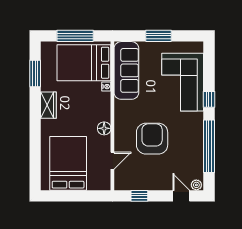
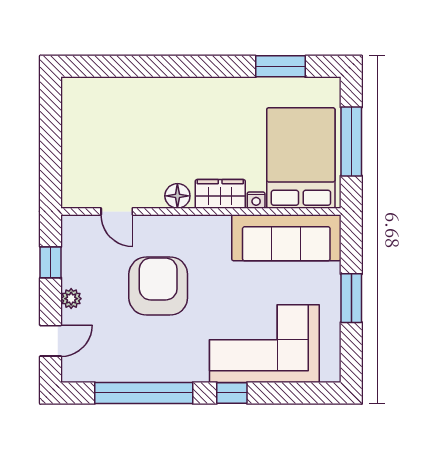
wardrobe: (48, 105) -> (220, 194), moved, turned 180
armchair: (152, 139) -> (158, 286), turned -90
bed: (68, 163) -> (112, 128), removed
plant: (196, 185) -> (71, 299), moved

